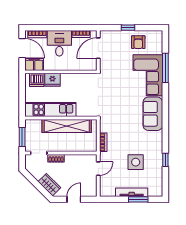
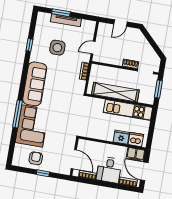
door: (98, 48) -> (74, 159), hinge flipped
window: (165, 68) -> (18, 114), moved
sofa: (153, 114) -> (35, 84), width x1.36
wardrobe: (49, 185) -> (141, 41), removed

